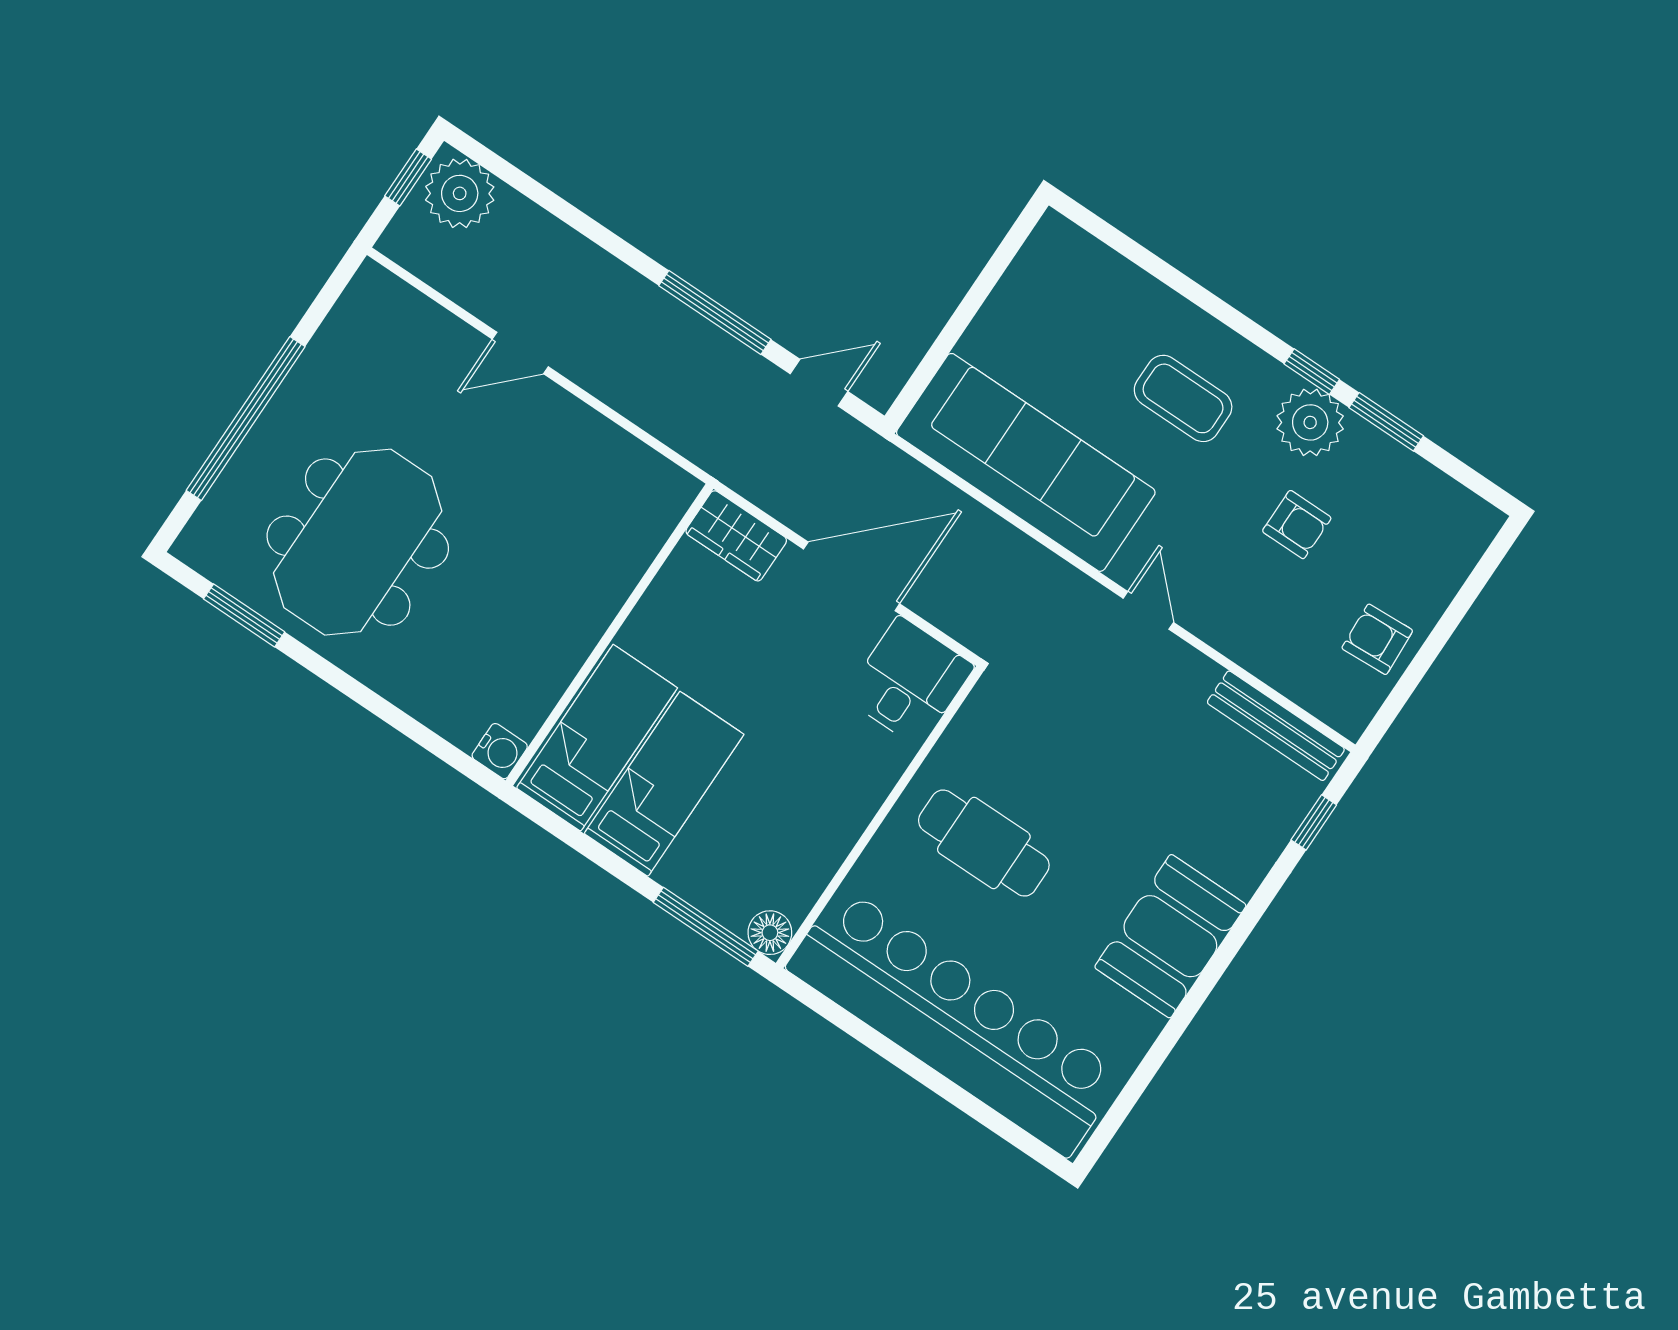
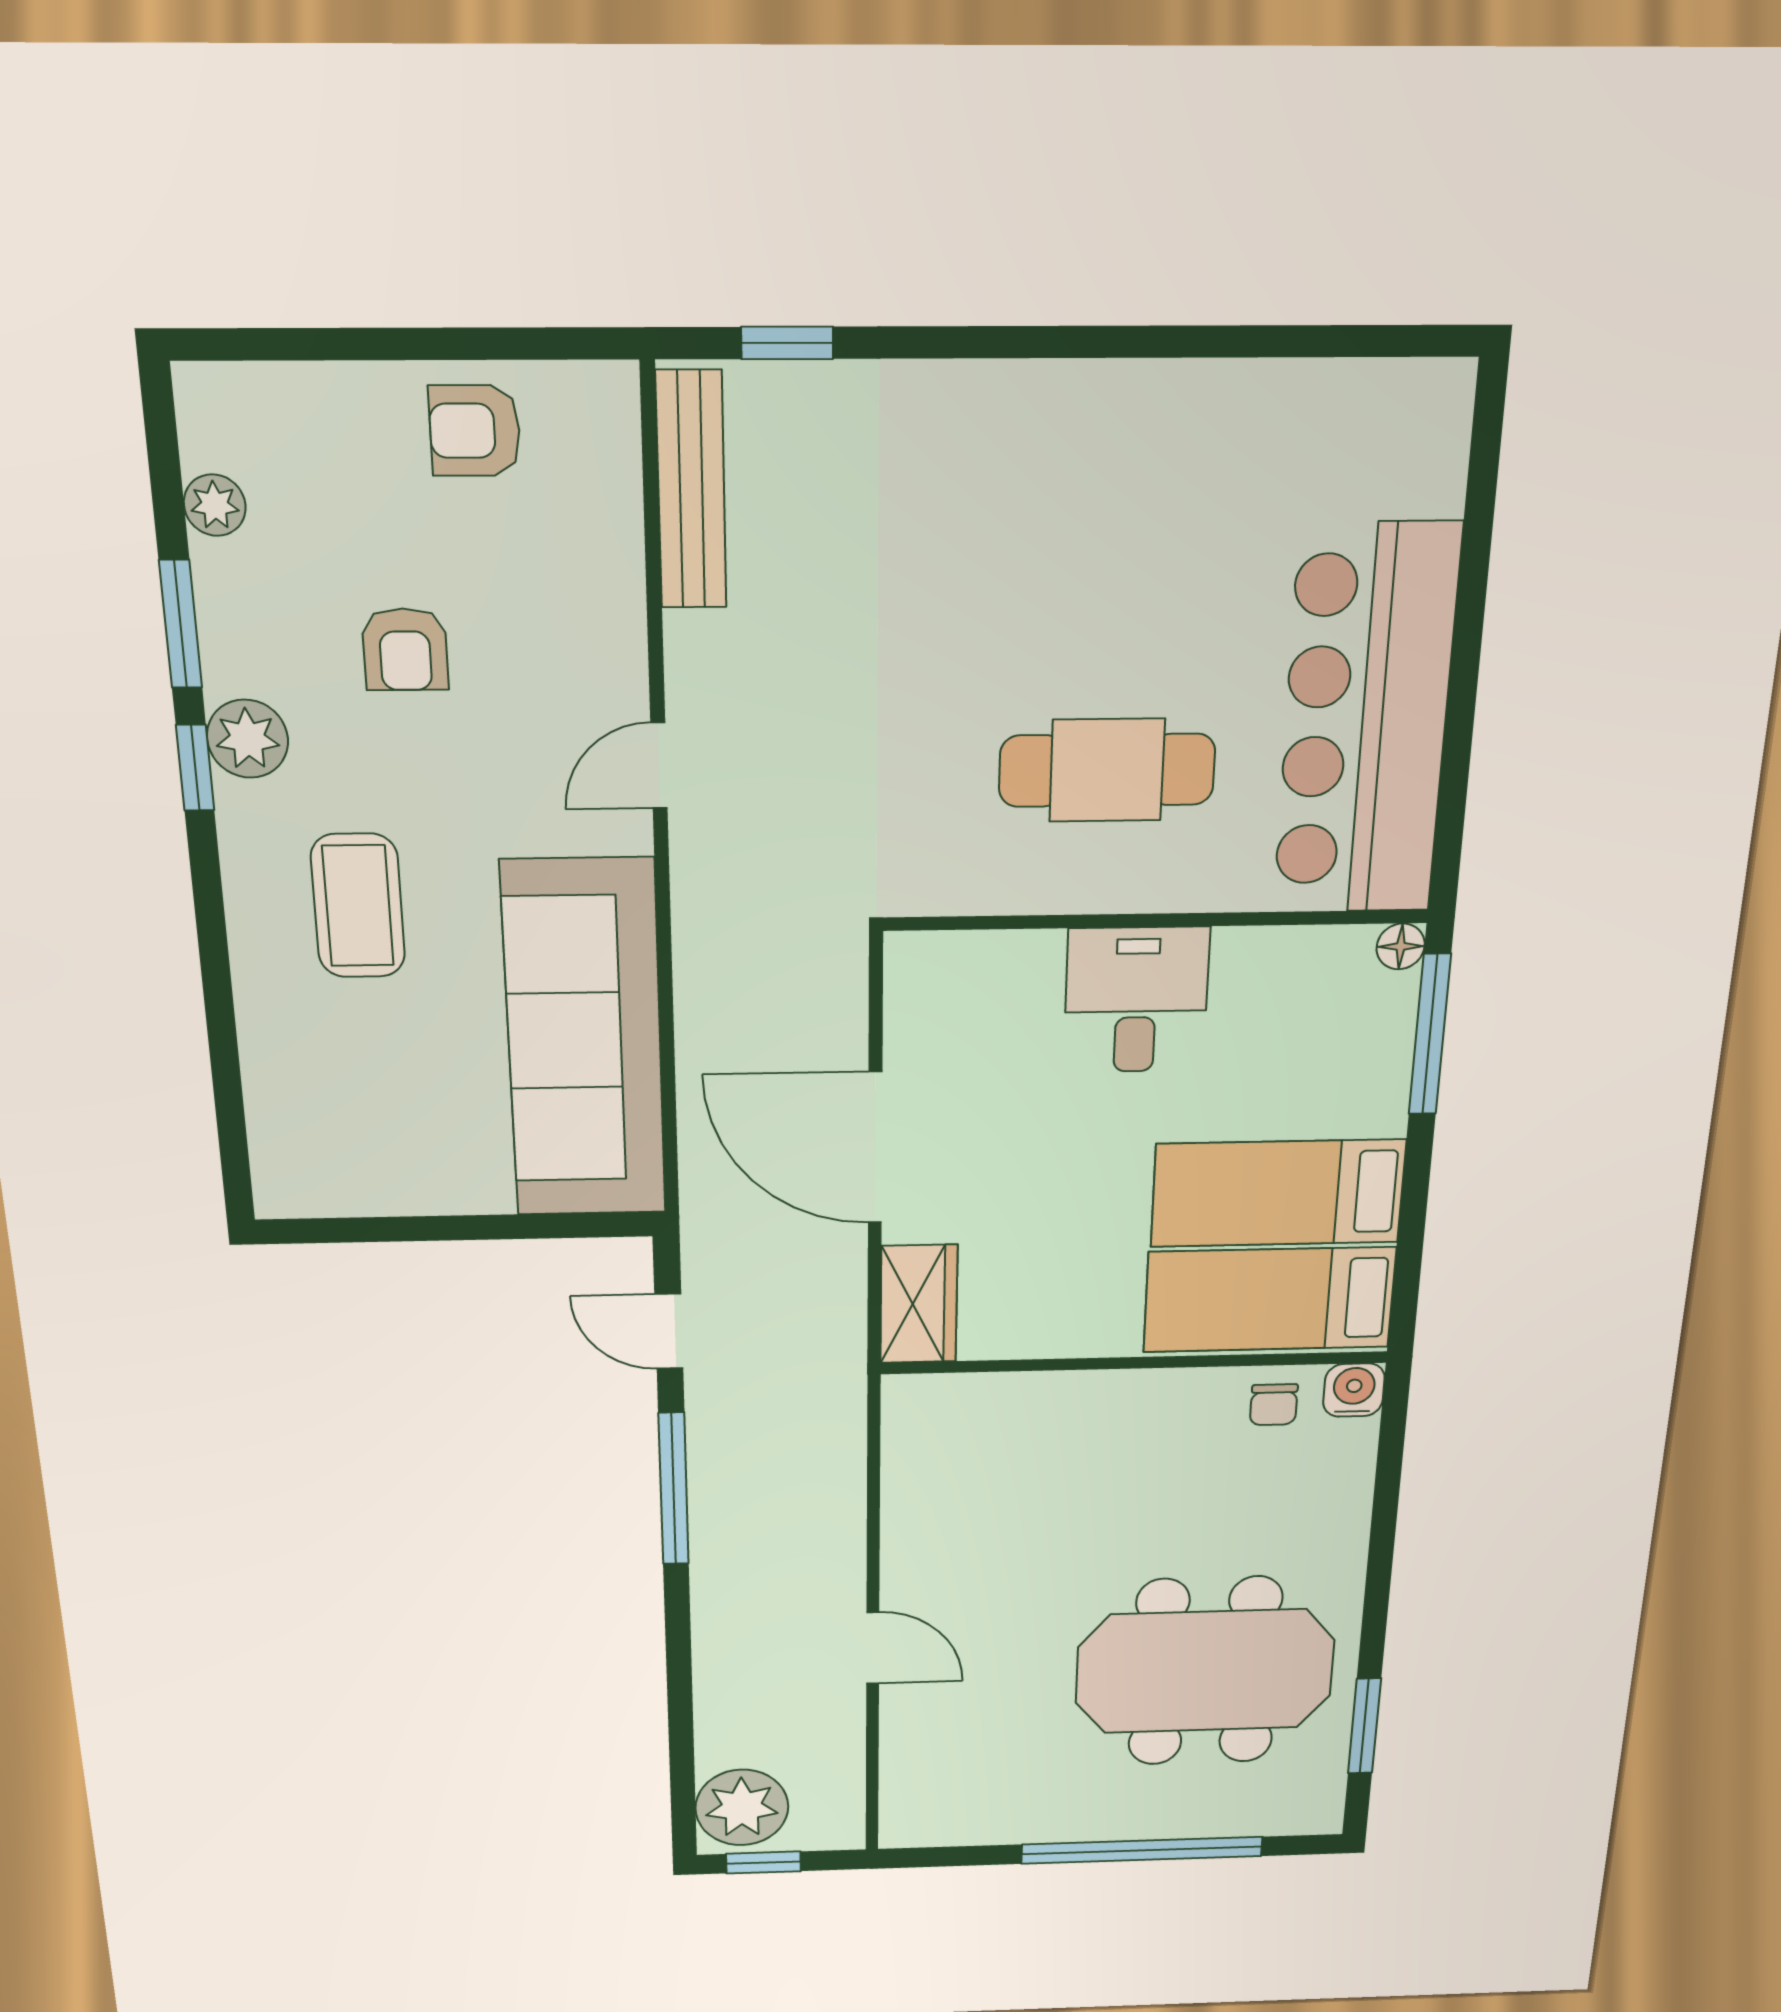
plant: (1310, 422) -> (248, 739), width x0.73, depth x0.73
plant: (1430, 484) -> (215, 505), added
armchair: (1297, 525) -> (405, 649), turned 180
armchair: (1377, 639) -> (475, 431), turned 93
desk: (909, 682) -> (1136, 1000), moved, turned 90
chair: (523, 698) -> (1274, 1405), added
cafe table: (984, 843) -> (1107, 770), turned 90
floor lamp: (770, 933) -> (1401, 946), width x0.73, depth x0.73
booth: (1170, 936) -> (1076, 437), removed
bar counter: (954, 1022) -> (1366, 722), width x0.73

